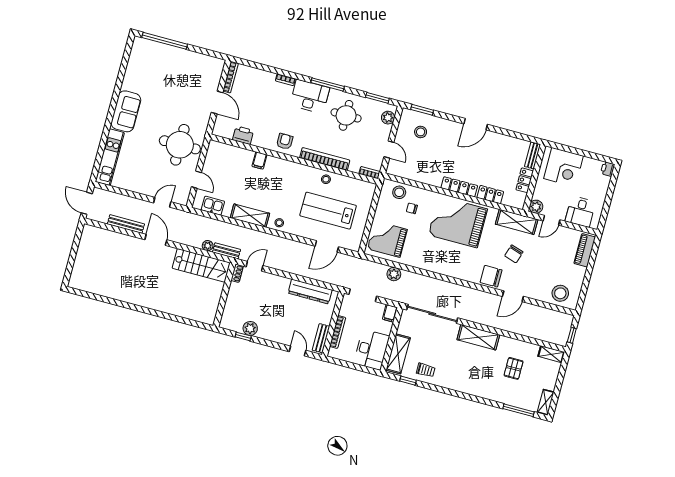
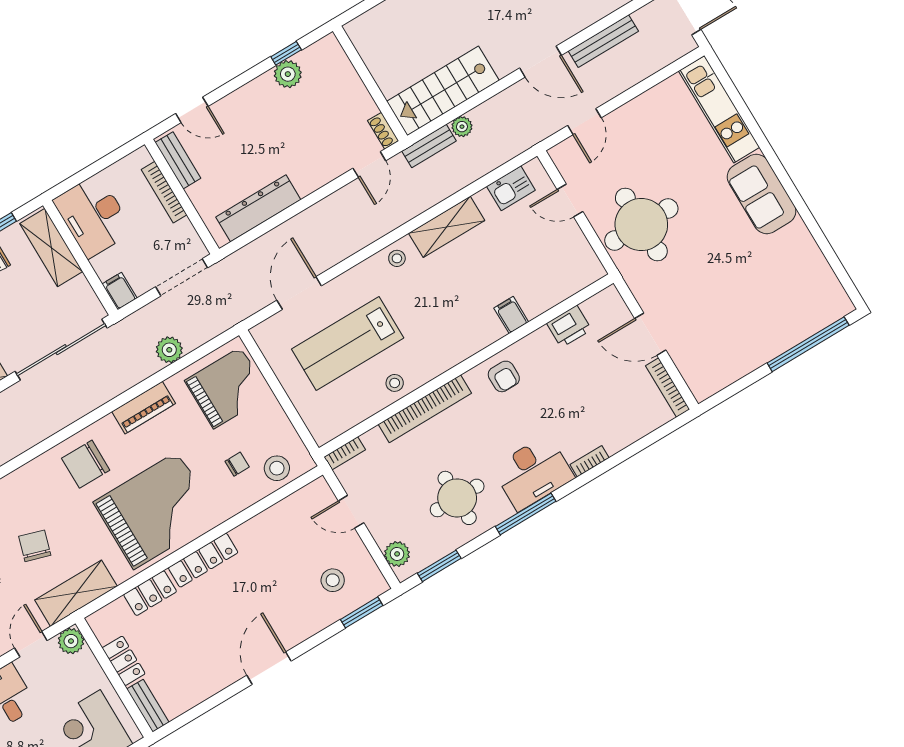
lab bench: (328, 211) -> (348, 344), turned 180
piano: (424, 263) -> (144, 408), added
chair: (491, 276) -> (86, 464), moved, turned 180

